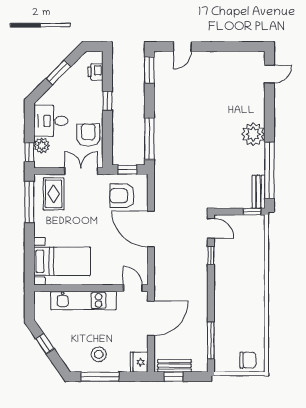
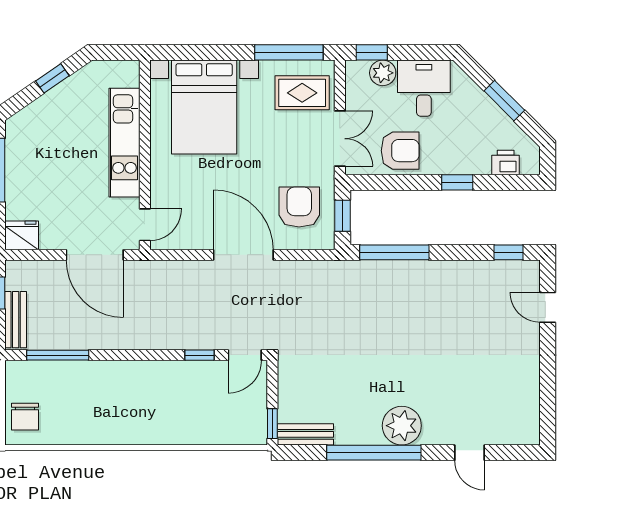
window: (149, 70) -> (508, 252), width x0.67
door: (269, 74) -> (469, 453), moved
window: (269, 170) -> (374, 453), moved
door: (151, 229) -> (243, 255), hinge flipped
bed with nightstands: (62, 261) -> (204, 107), width x1.36
stool: (99, 354) -> (35, 168), removed
bench: (174, 366) -> (16, 320), moved

